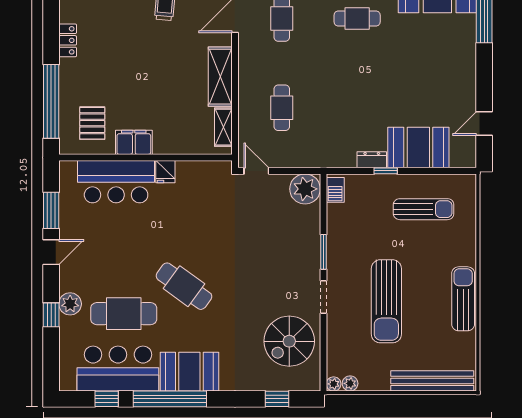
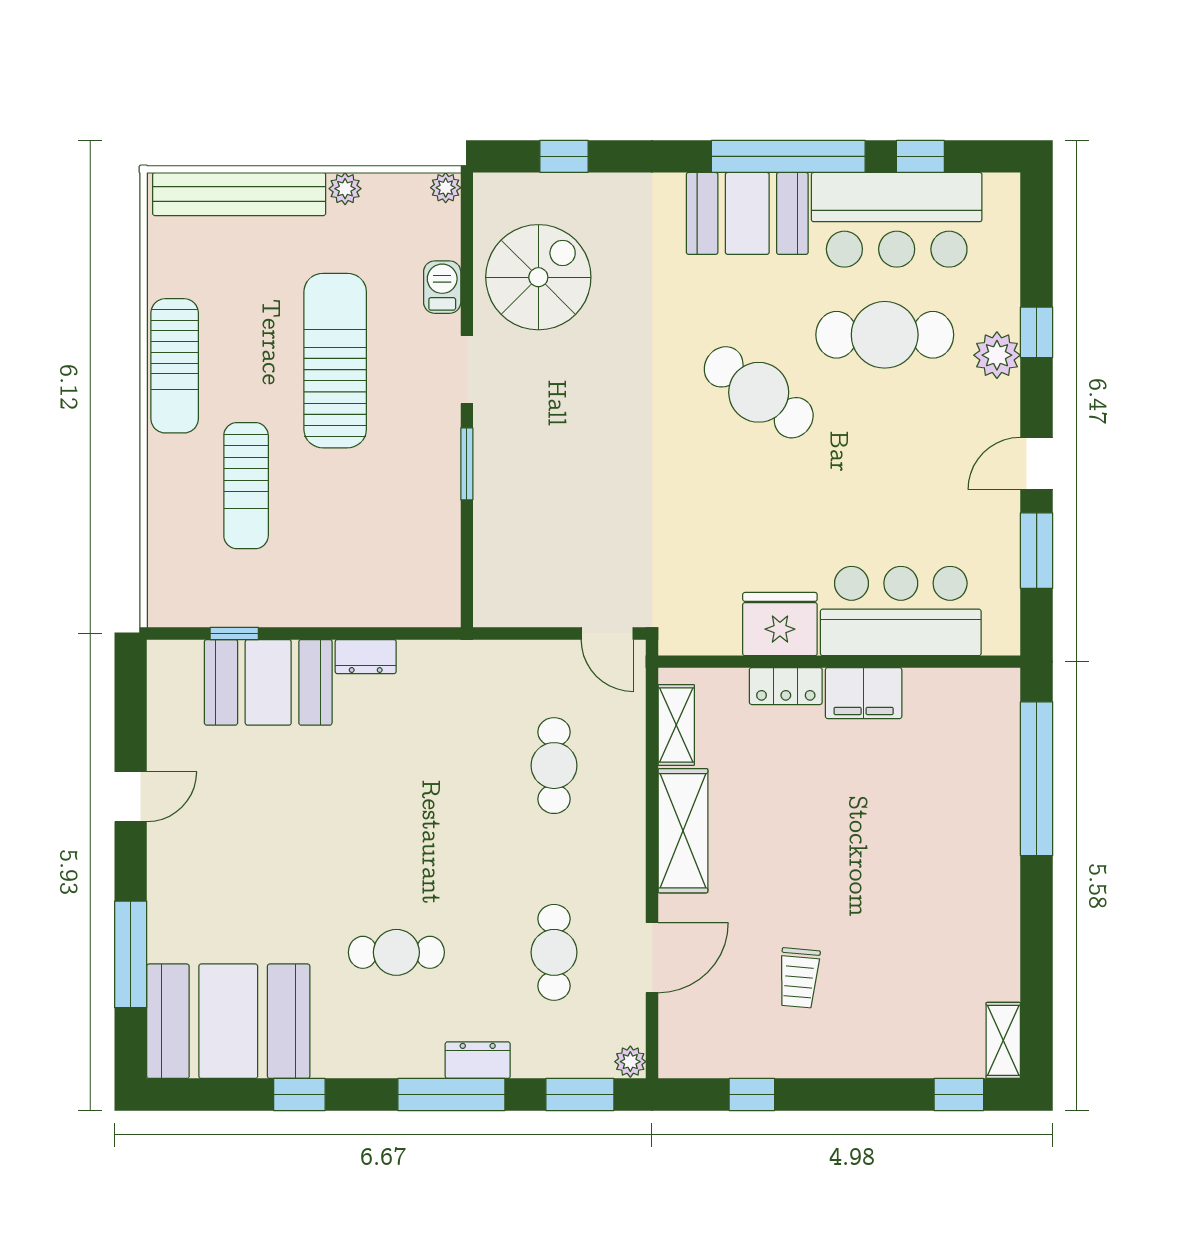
locker: (68, 40) -> (786, 686), moved, turned -90
pallet: (92, 123) -> (950, 733), removed
door: (484, 123) -> (131, 797), moved
window: (386, 171) -> (234, 633), moved
fridge: (165, 172) -> (780, 624), width x1.88, depth x1.34
plant: (305, 189) -> (505, 596), removed
barbecue: (335, 190) -> (442, 287), moved
sun lounger: (424, 209) -> (246, 486), moved, turned -90
plant: (350, 383) -> (345, 189), moved

